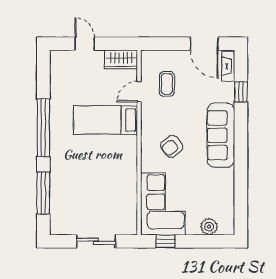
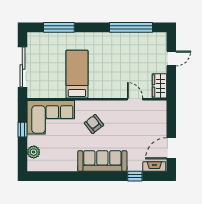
coffee table: (167, 84) -> (141, 120), removed
bed: (106, 120) -> (77, 74), moved
window: (43, 128) -> (131, 27), moved
sliding door: (96, 241) -> (22, 67), width x1.37
window: (165, 241) -> (22, 130), moved

